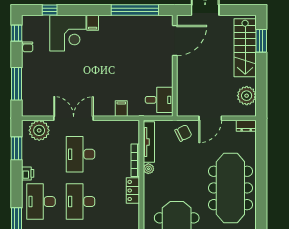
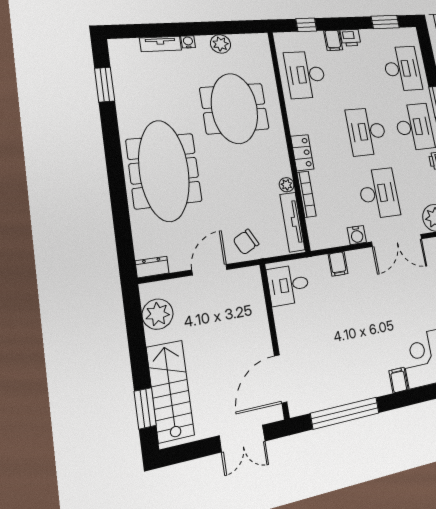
water cooler: (103, 126) -> (357, 235), added
desk: (81, 202) -> (367, 131), turned 180

